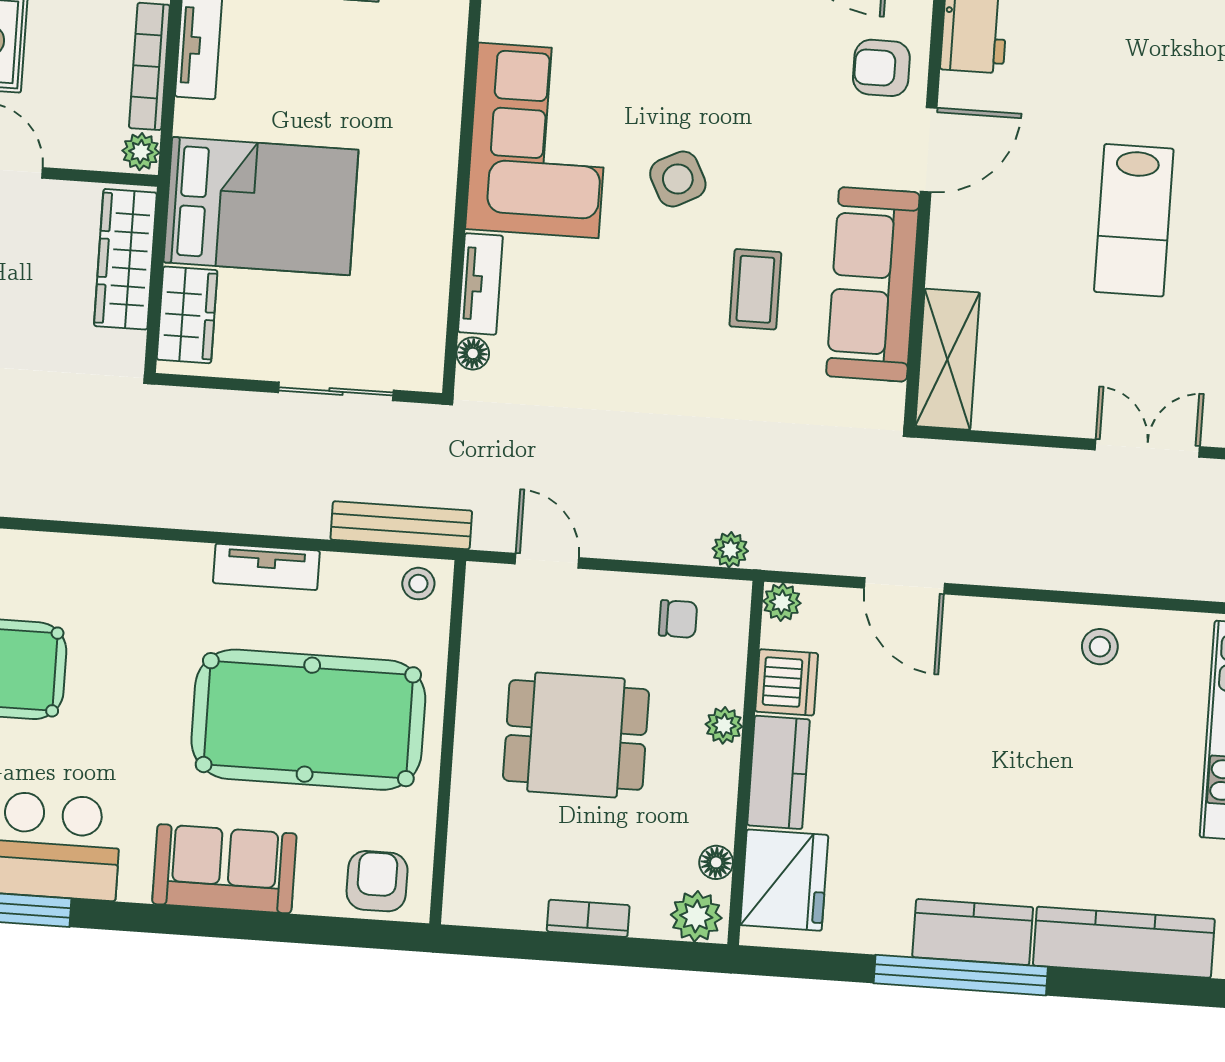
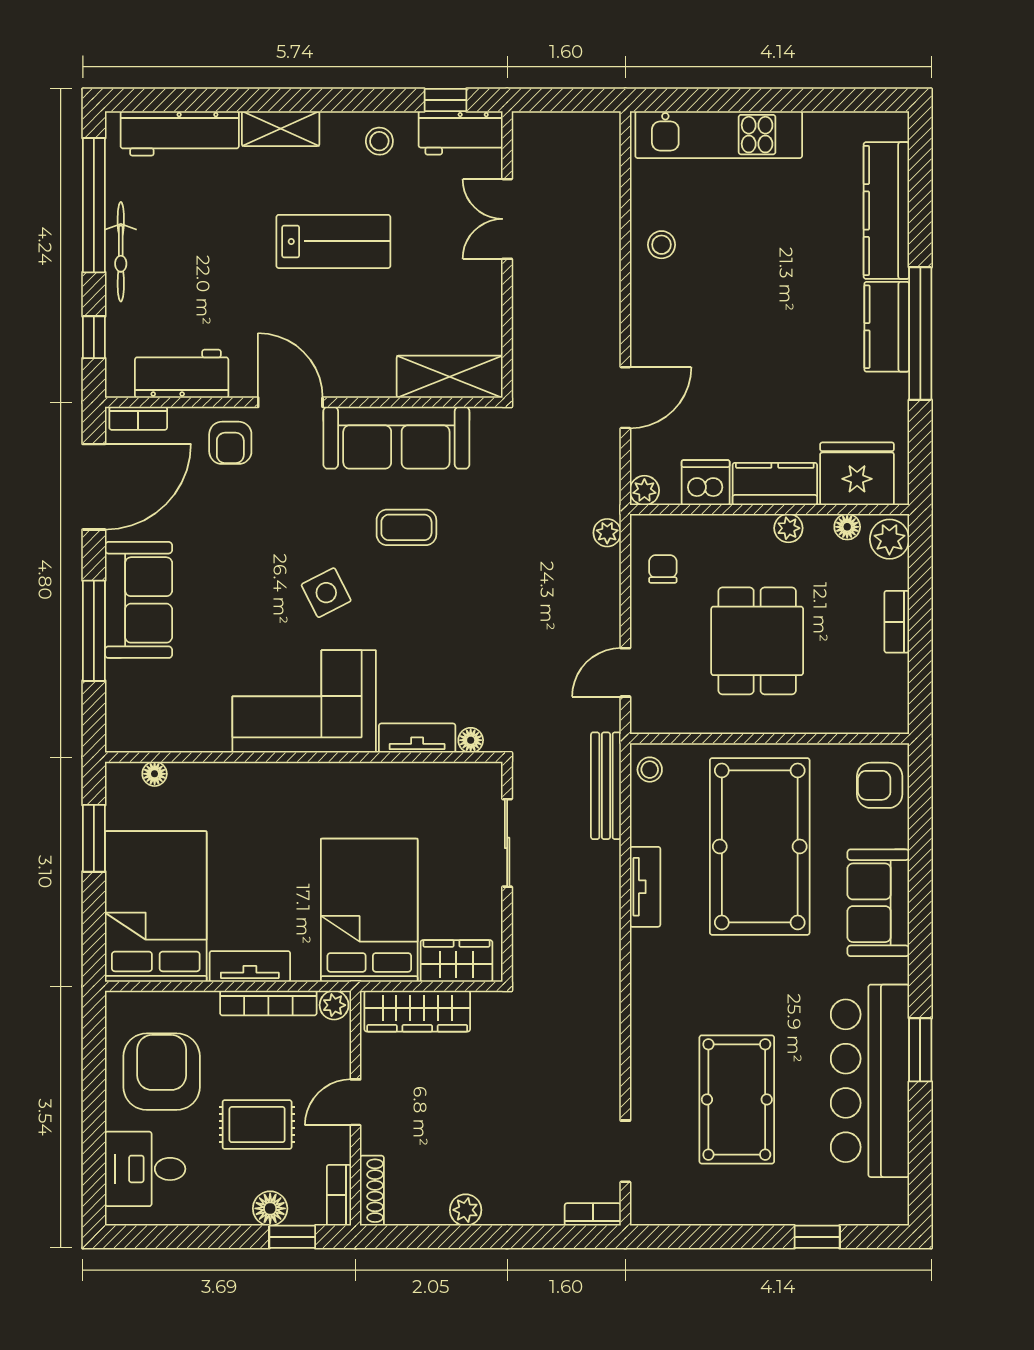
plant: (724, 725) -> (788, 528), moved

